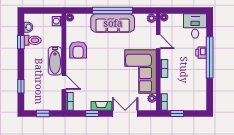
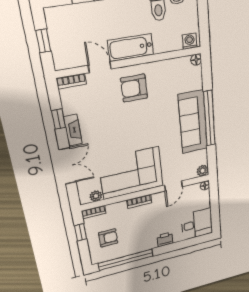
armchair: (78, 50) -> (134, 88), moved
window: (210, 57) -> (126, 260), moved
door: (64, 82) -> (100, 67), swing flipped
armchair: (187, 95) -> (108, 238), added

